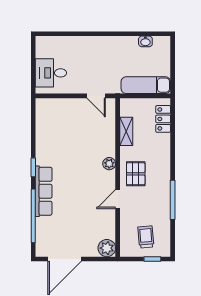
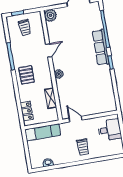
trolley: (93, 55) -> (83, 147), added
pallet: (136, 174) -> (27, 75), moved

